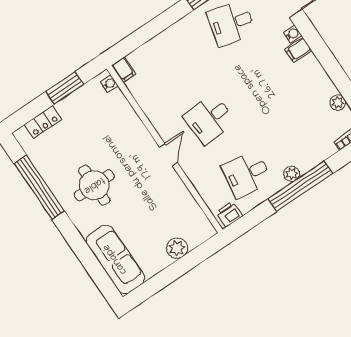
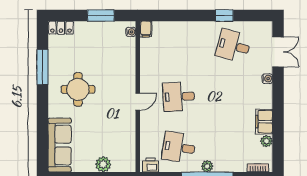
filing cabinet: (298, 50) -> (264, 122), moved, width x2.00
locker: (43, 122) -> (61, 28), moved
window: (39, 187) -> (42, 67), width x0.68

